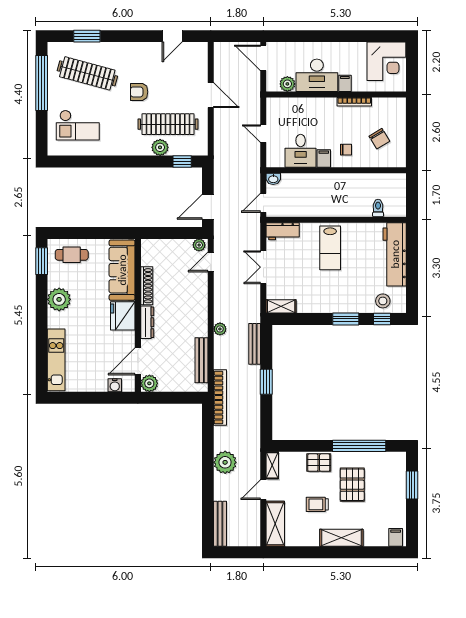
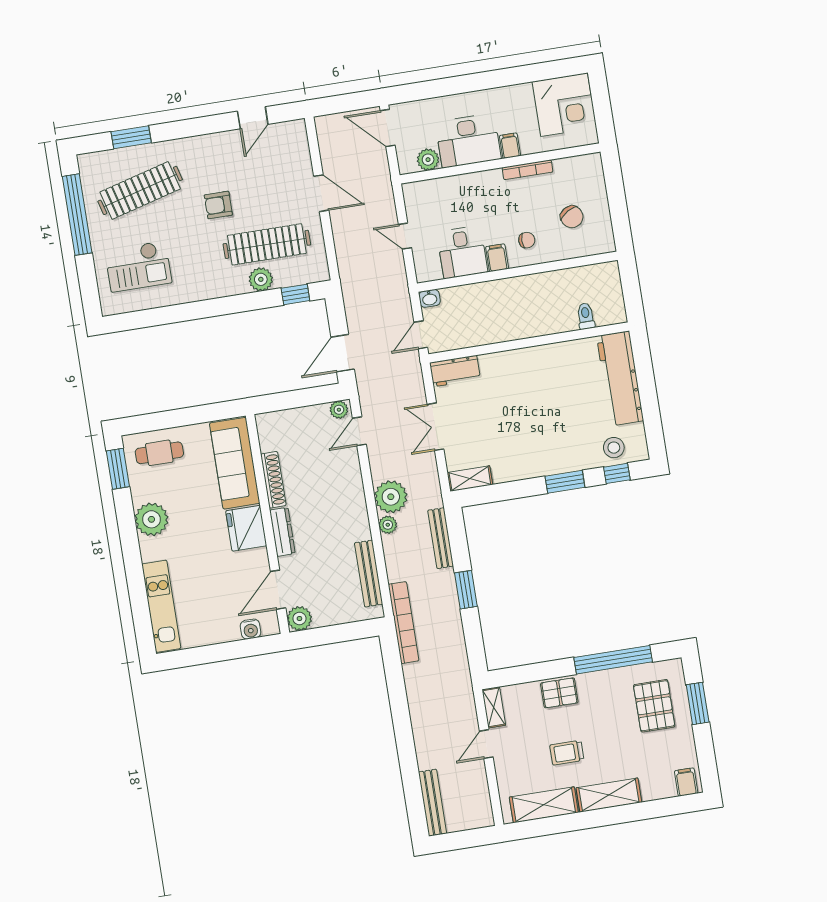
clothes rail: (87, 73) -> (140, 190), turned -30
lab bench: (330, 248) -> (526, 384), removed
plant: (225, 462) -> (391, 497), moved
pallet: (352, 485) -> (654, 706), moved
shelving: (275, 524) -> (544, 805), moved, turned 90

